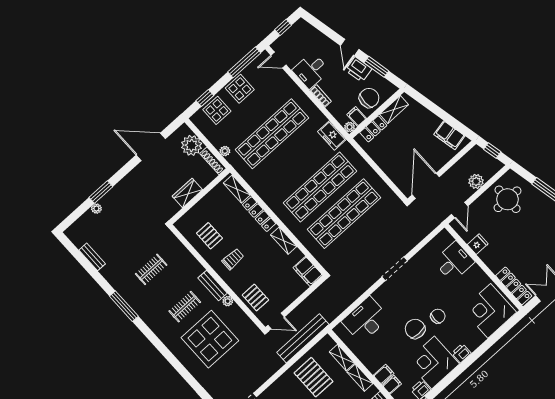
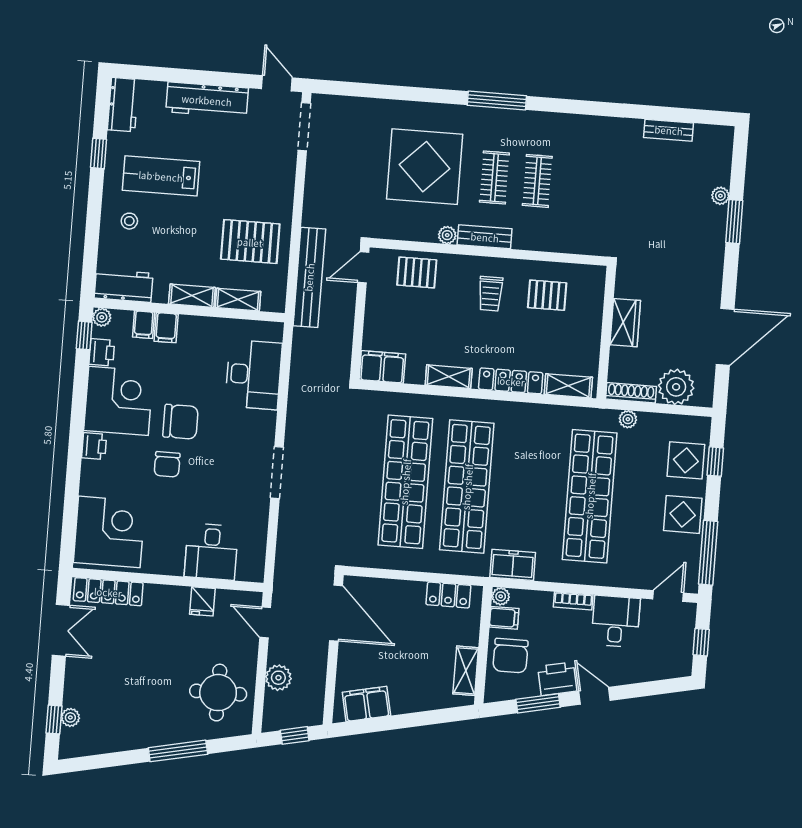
locker: (373, 129) -> (448, 595), moved, turned -90
clothes rail: (151, 269) -> (537, 181), moved
window: (124, 306) -> (497, 101), moved

